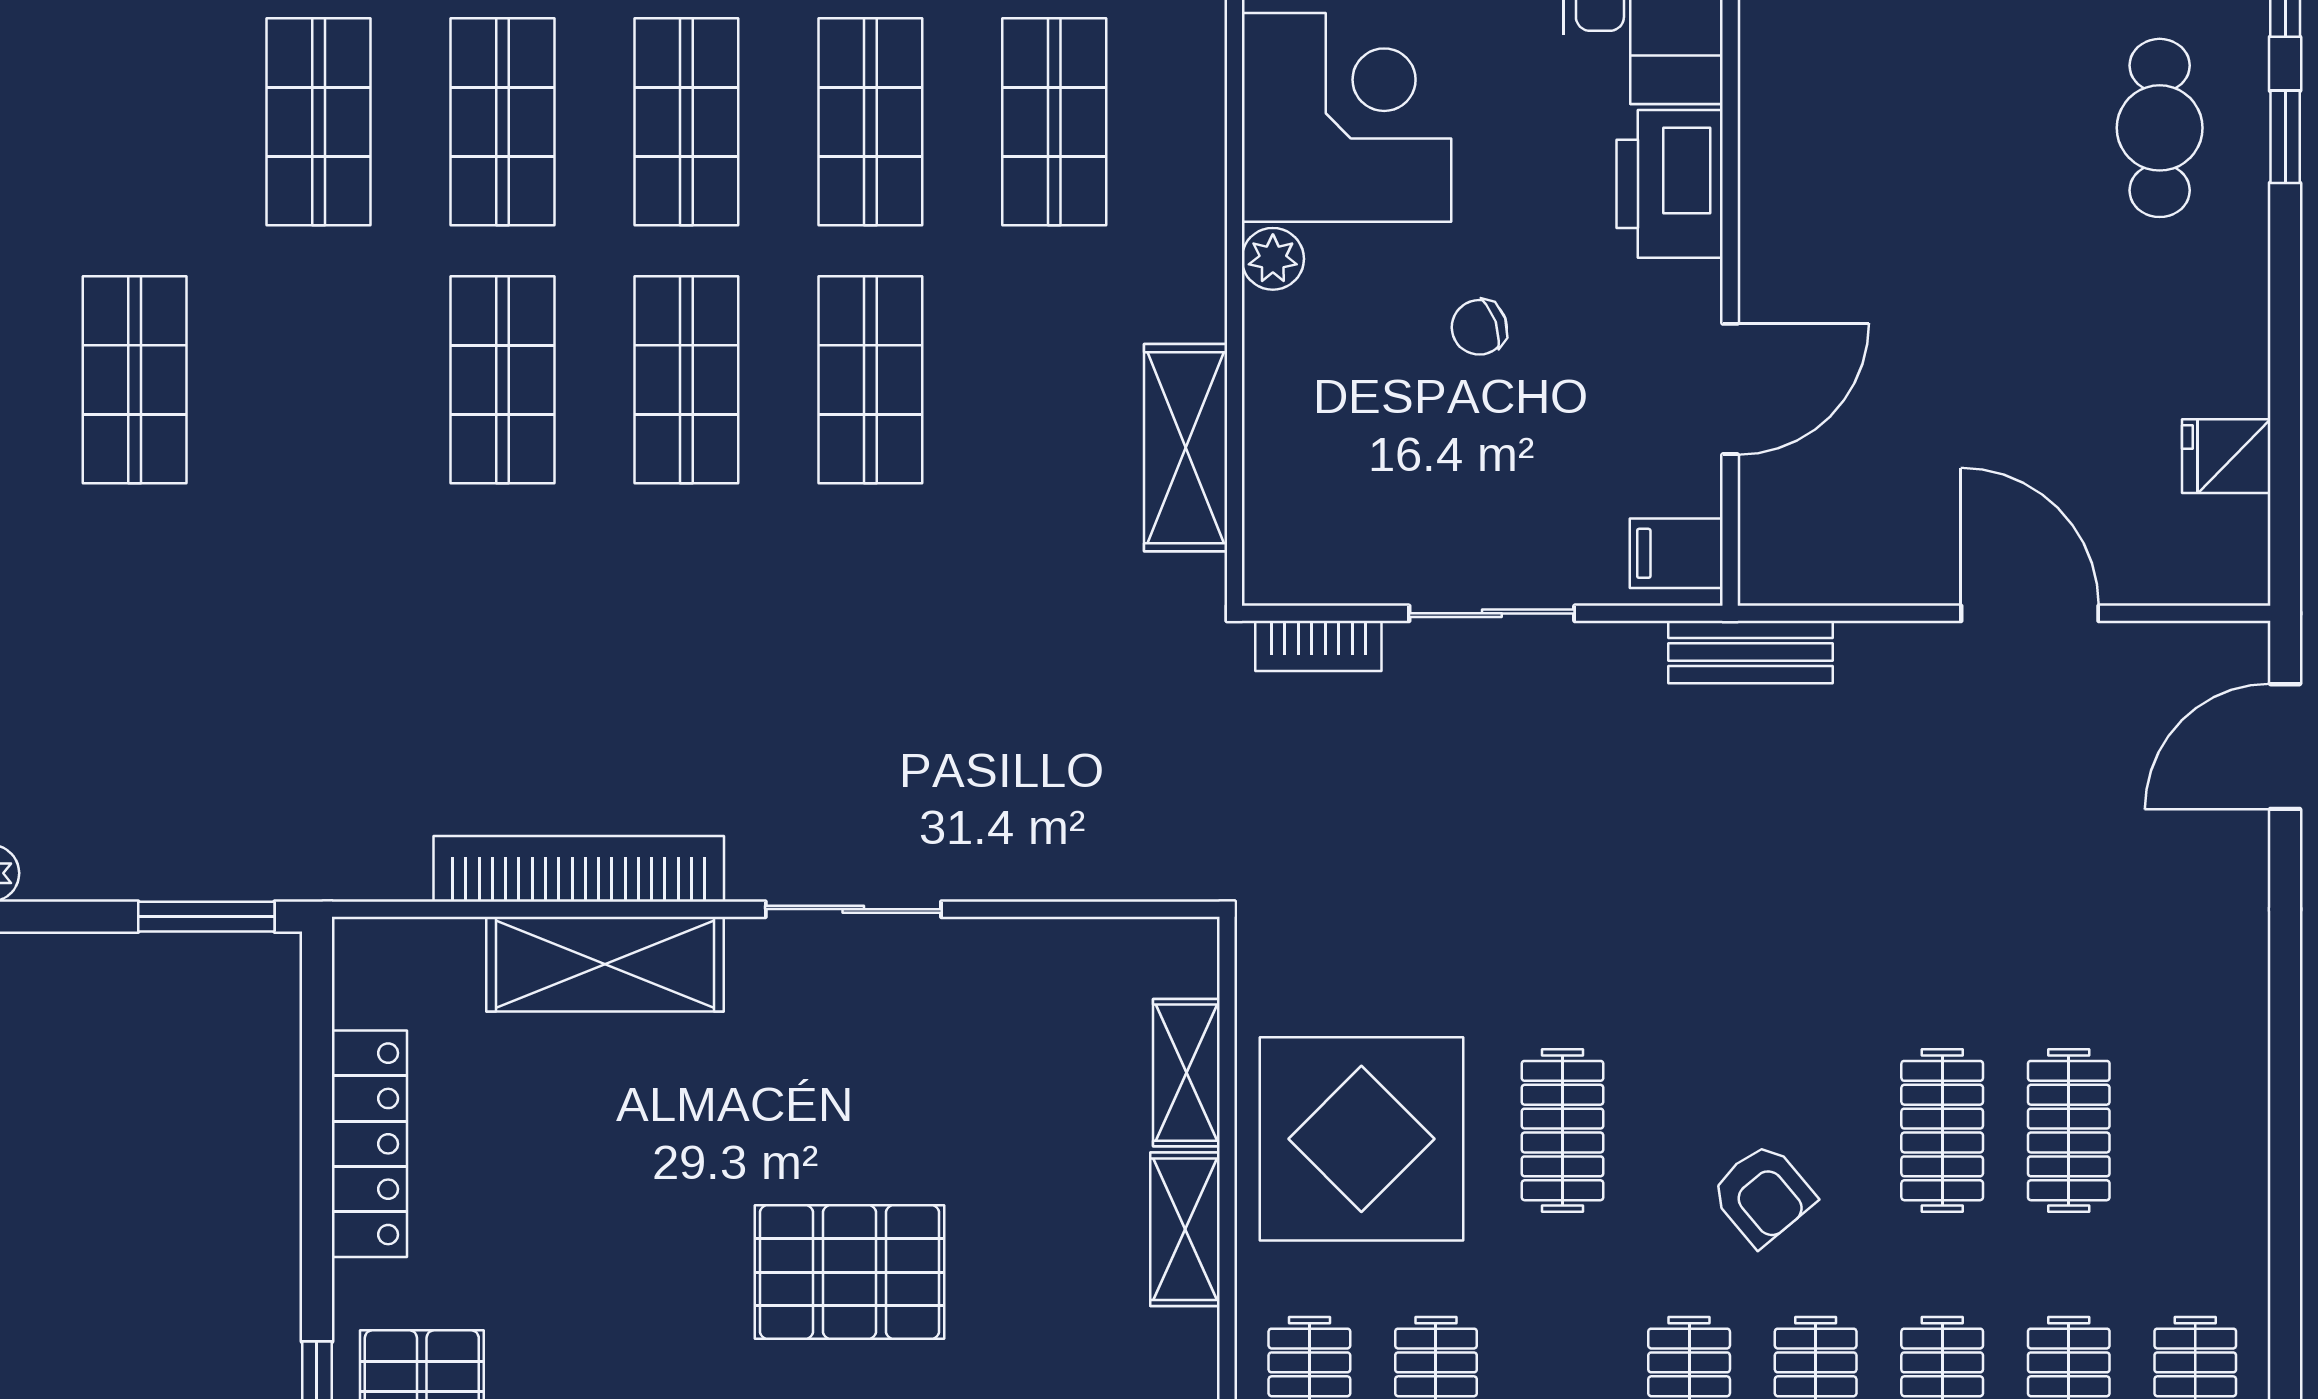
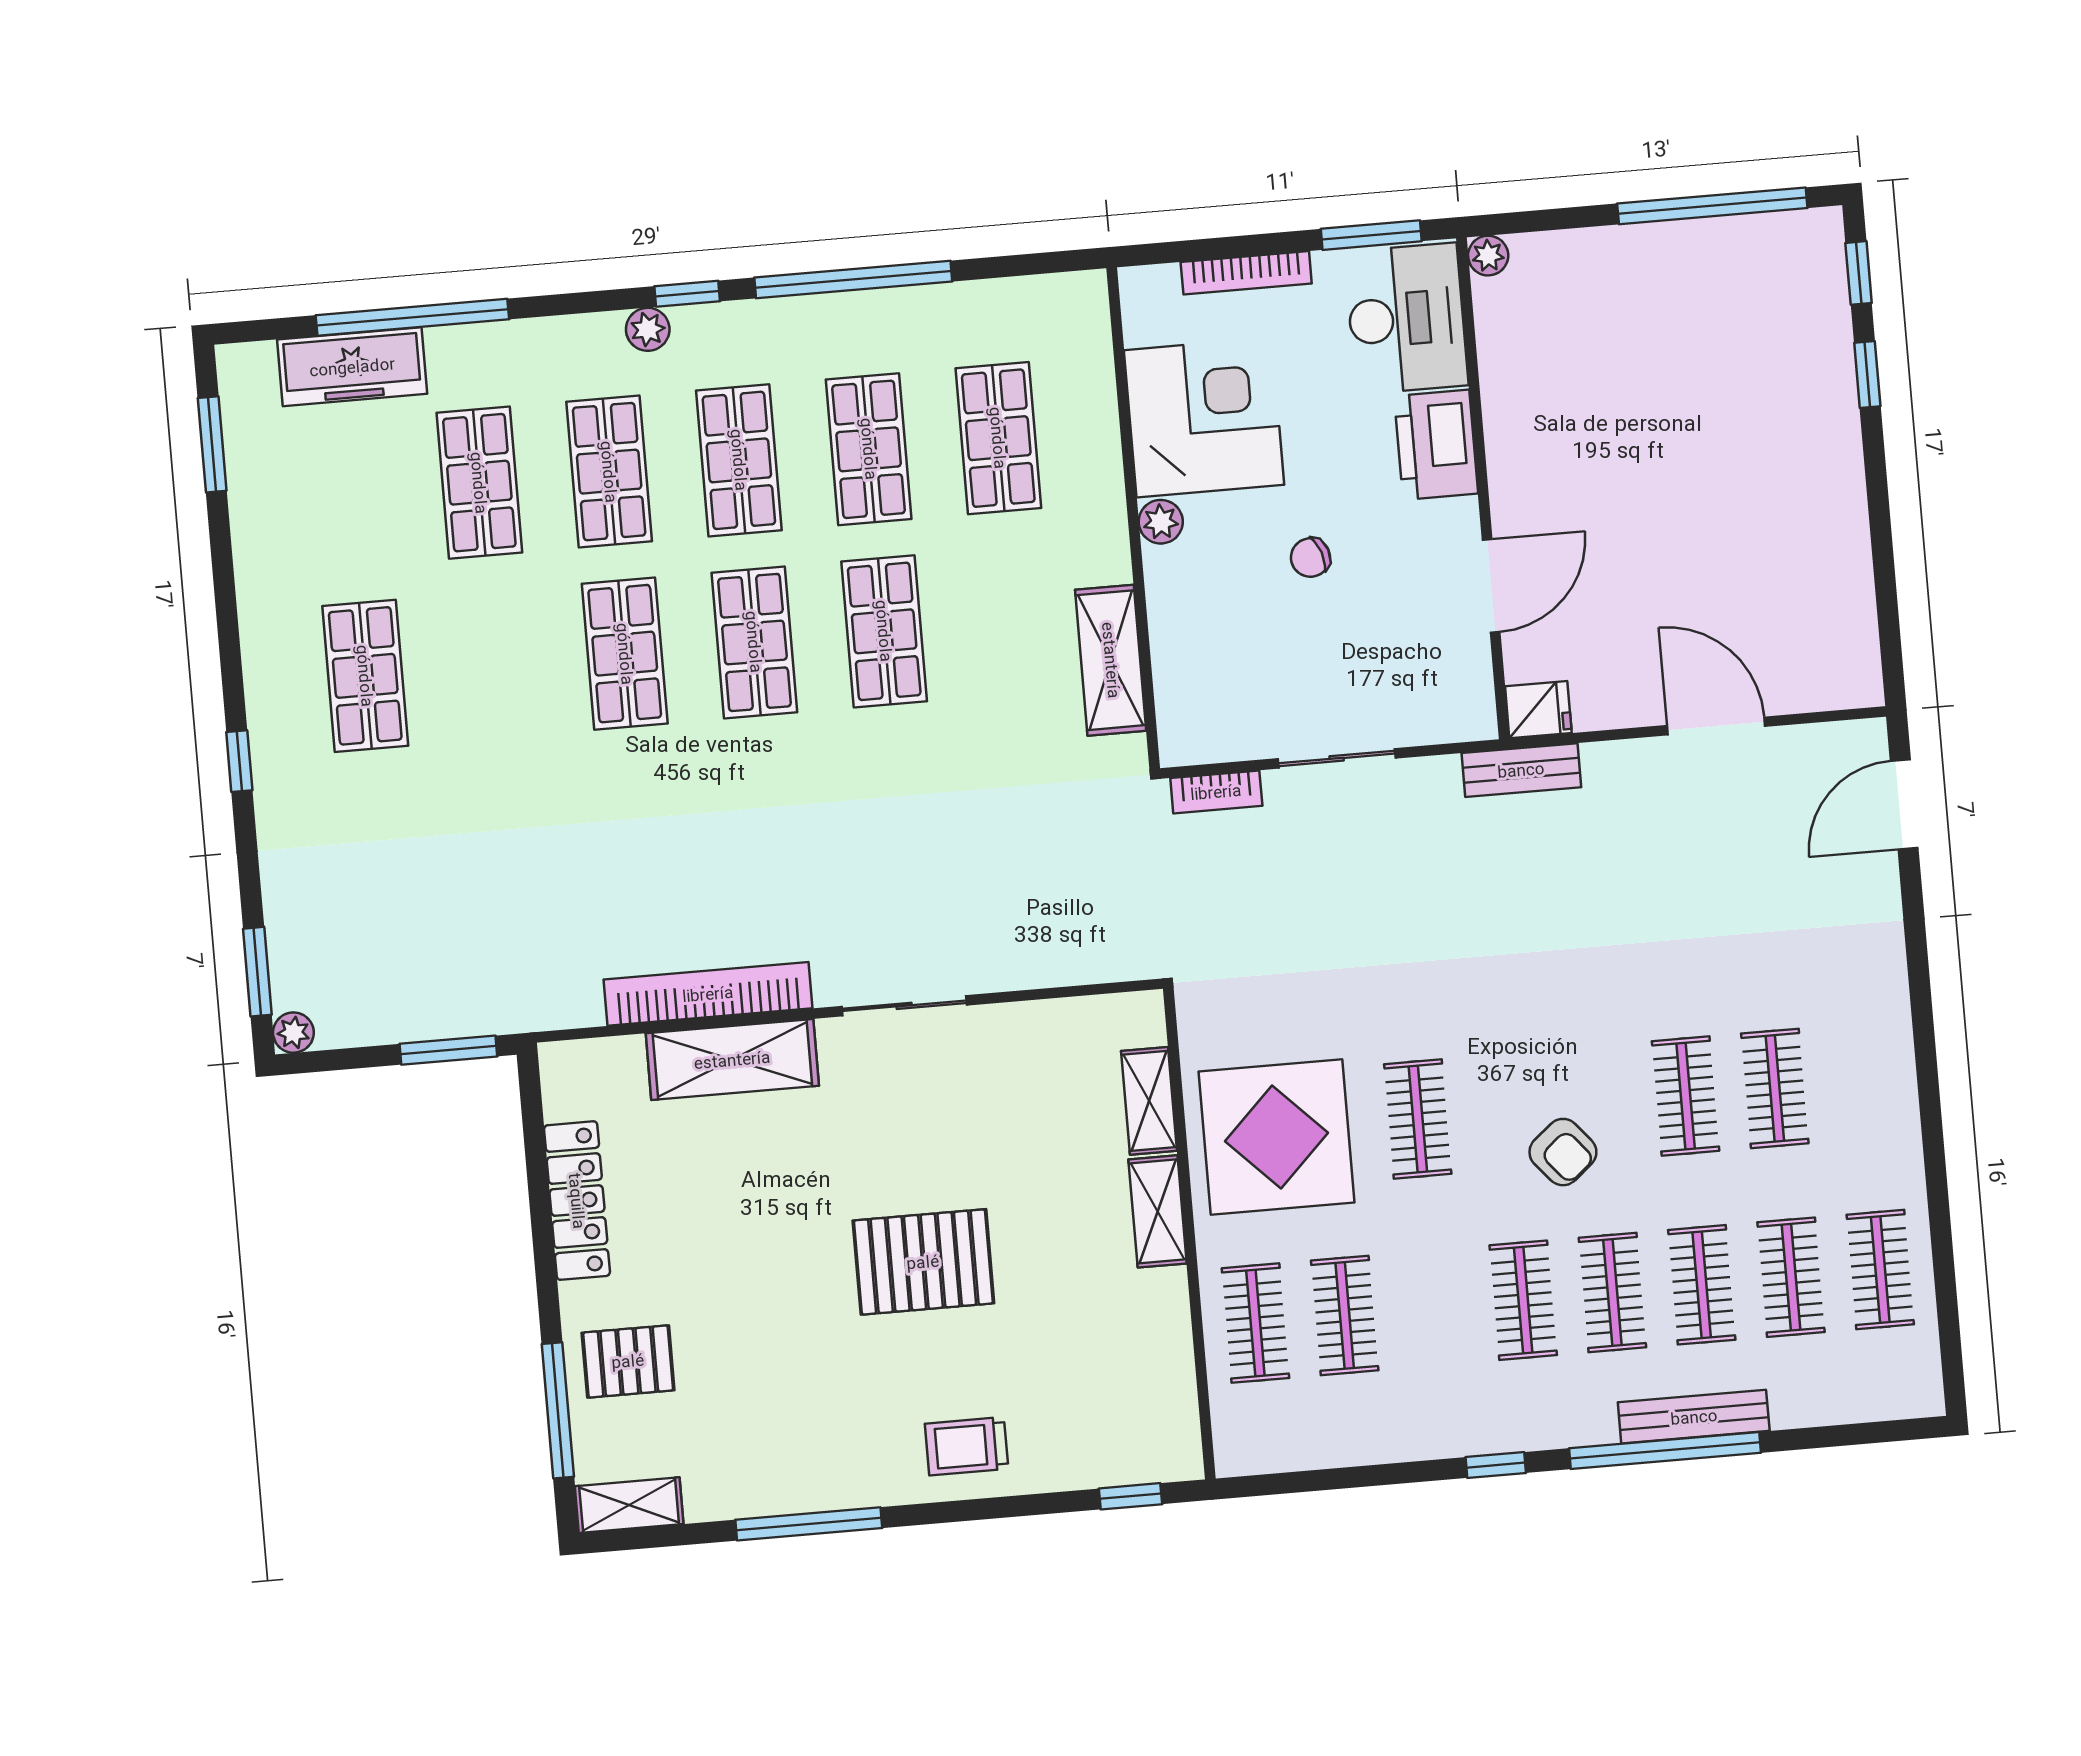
cafe table: (2160, 128) -> (1778, 376), removed
fridge: (2226, 456) -> (1538, 710), moved, turned 180
filing cabinet: (1676, 553) -> (1463, 705), removed

